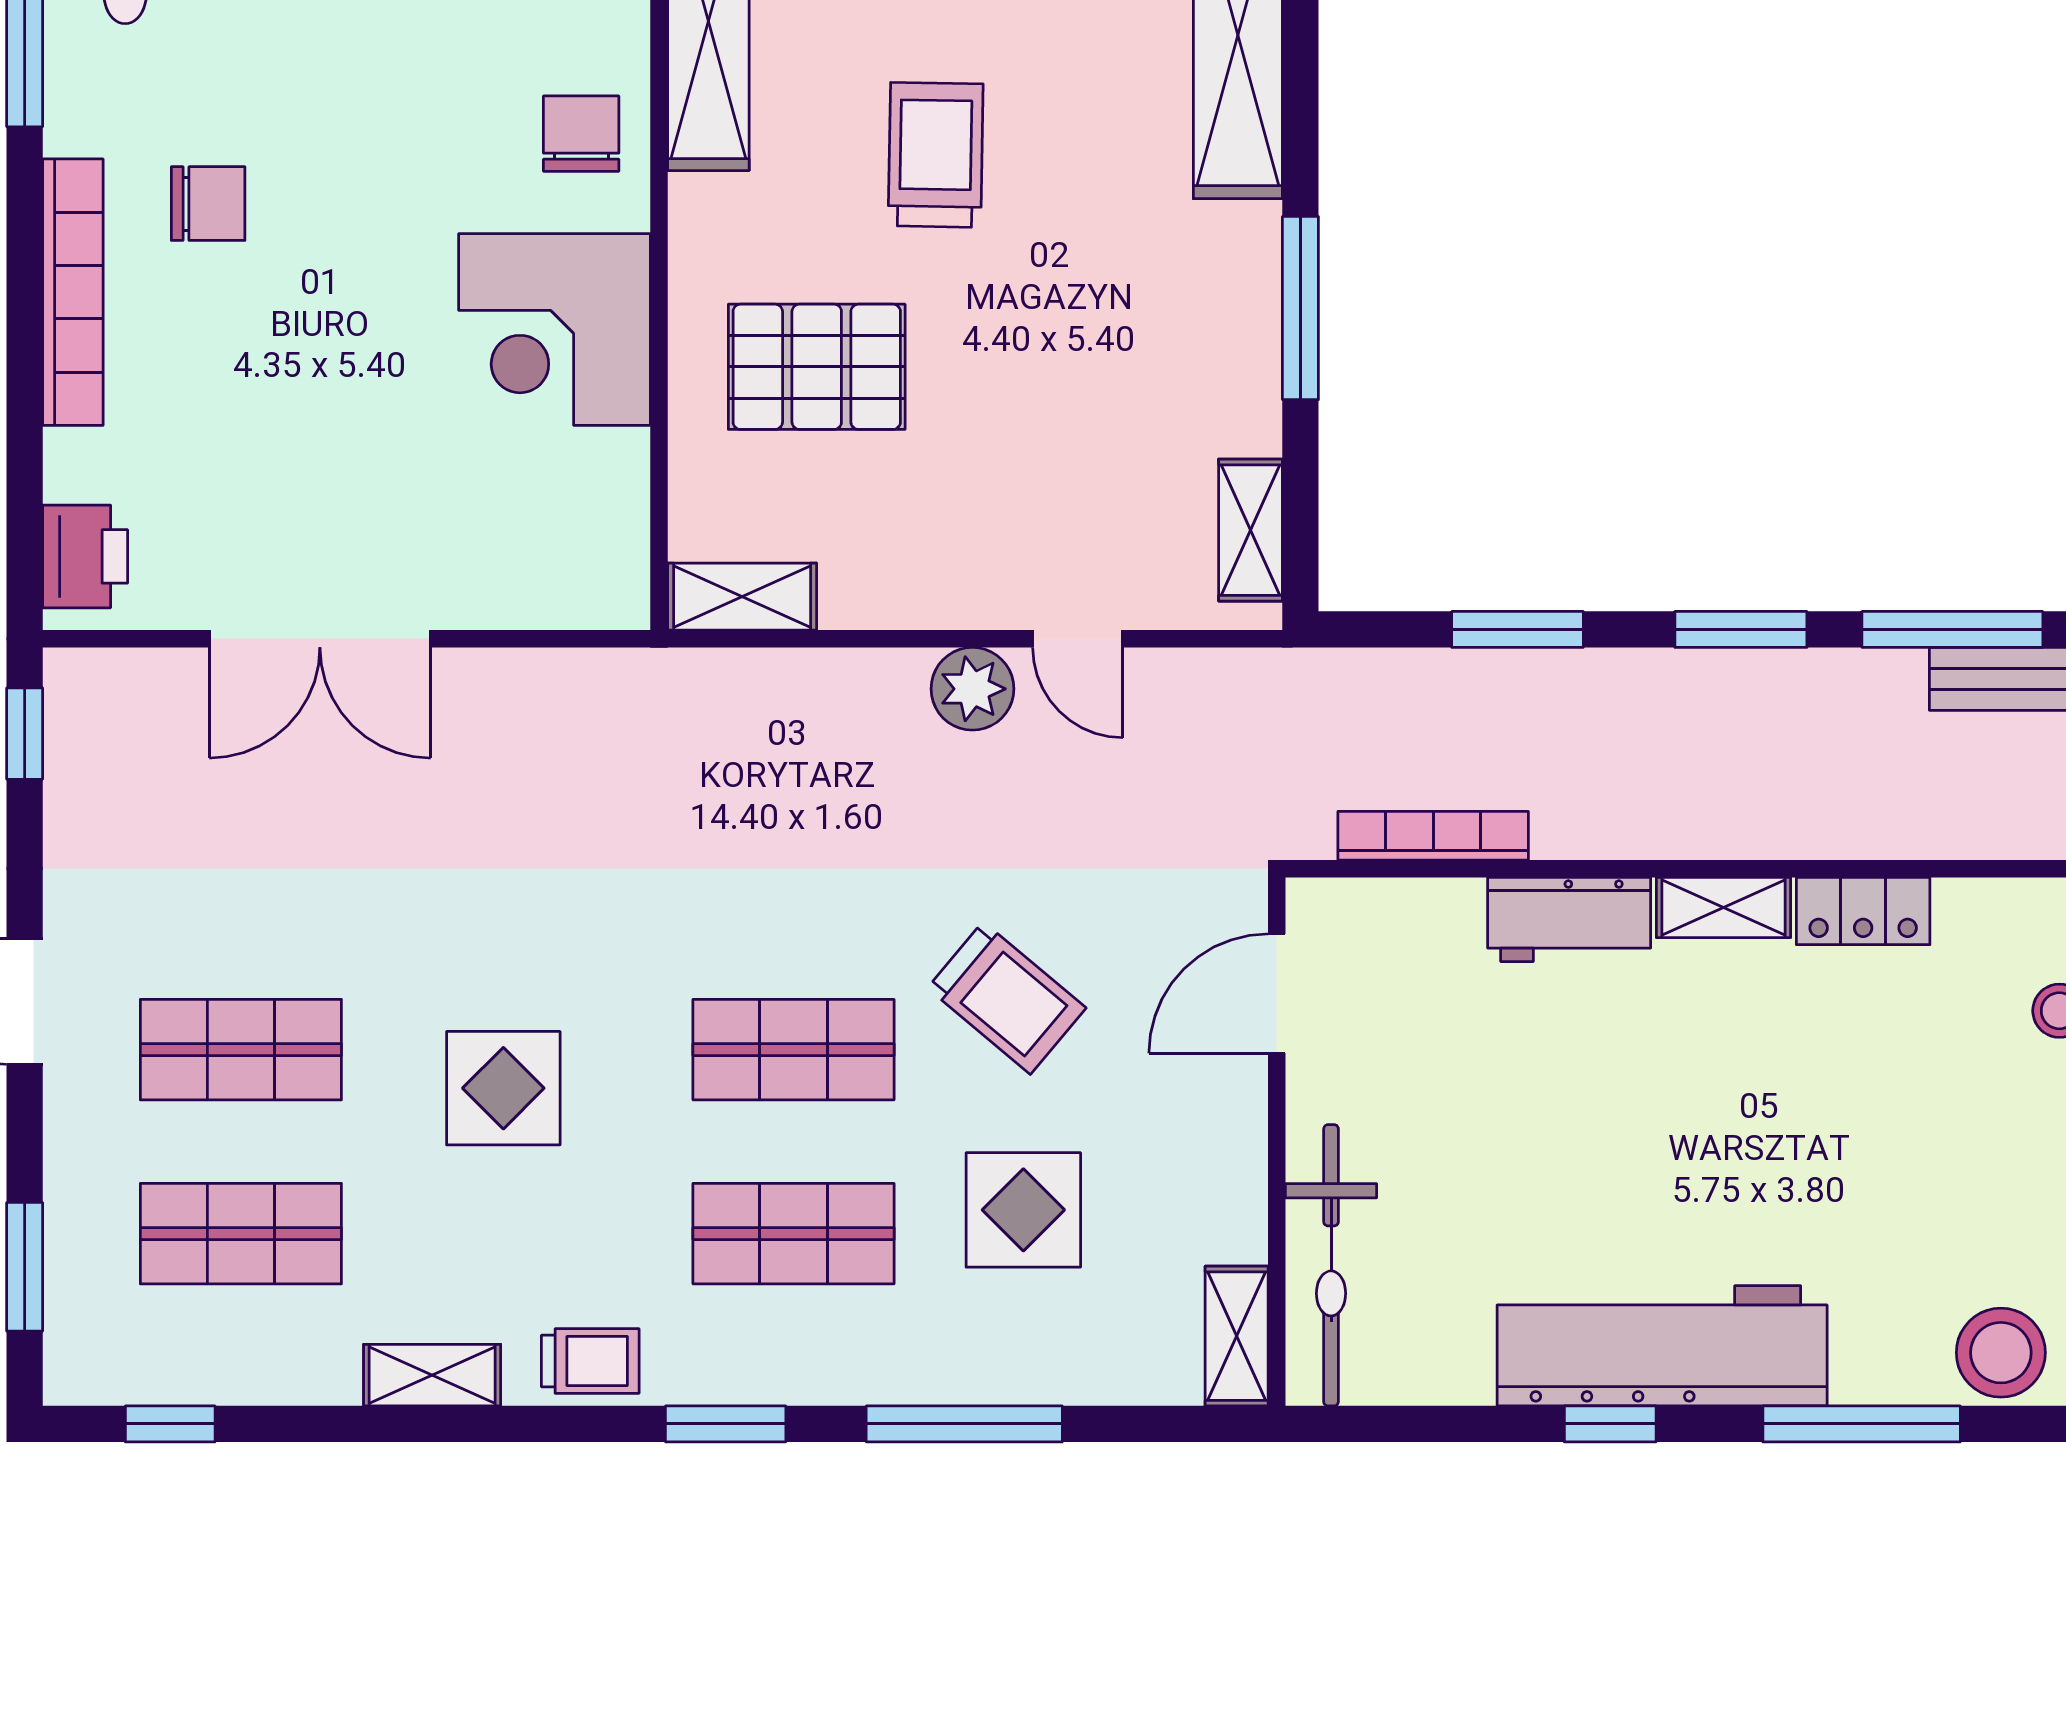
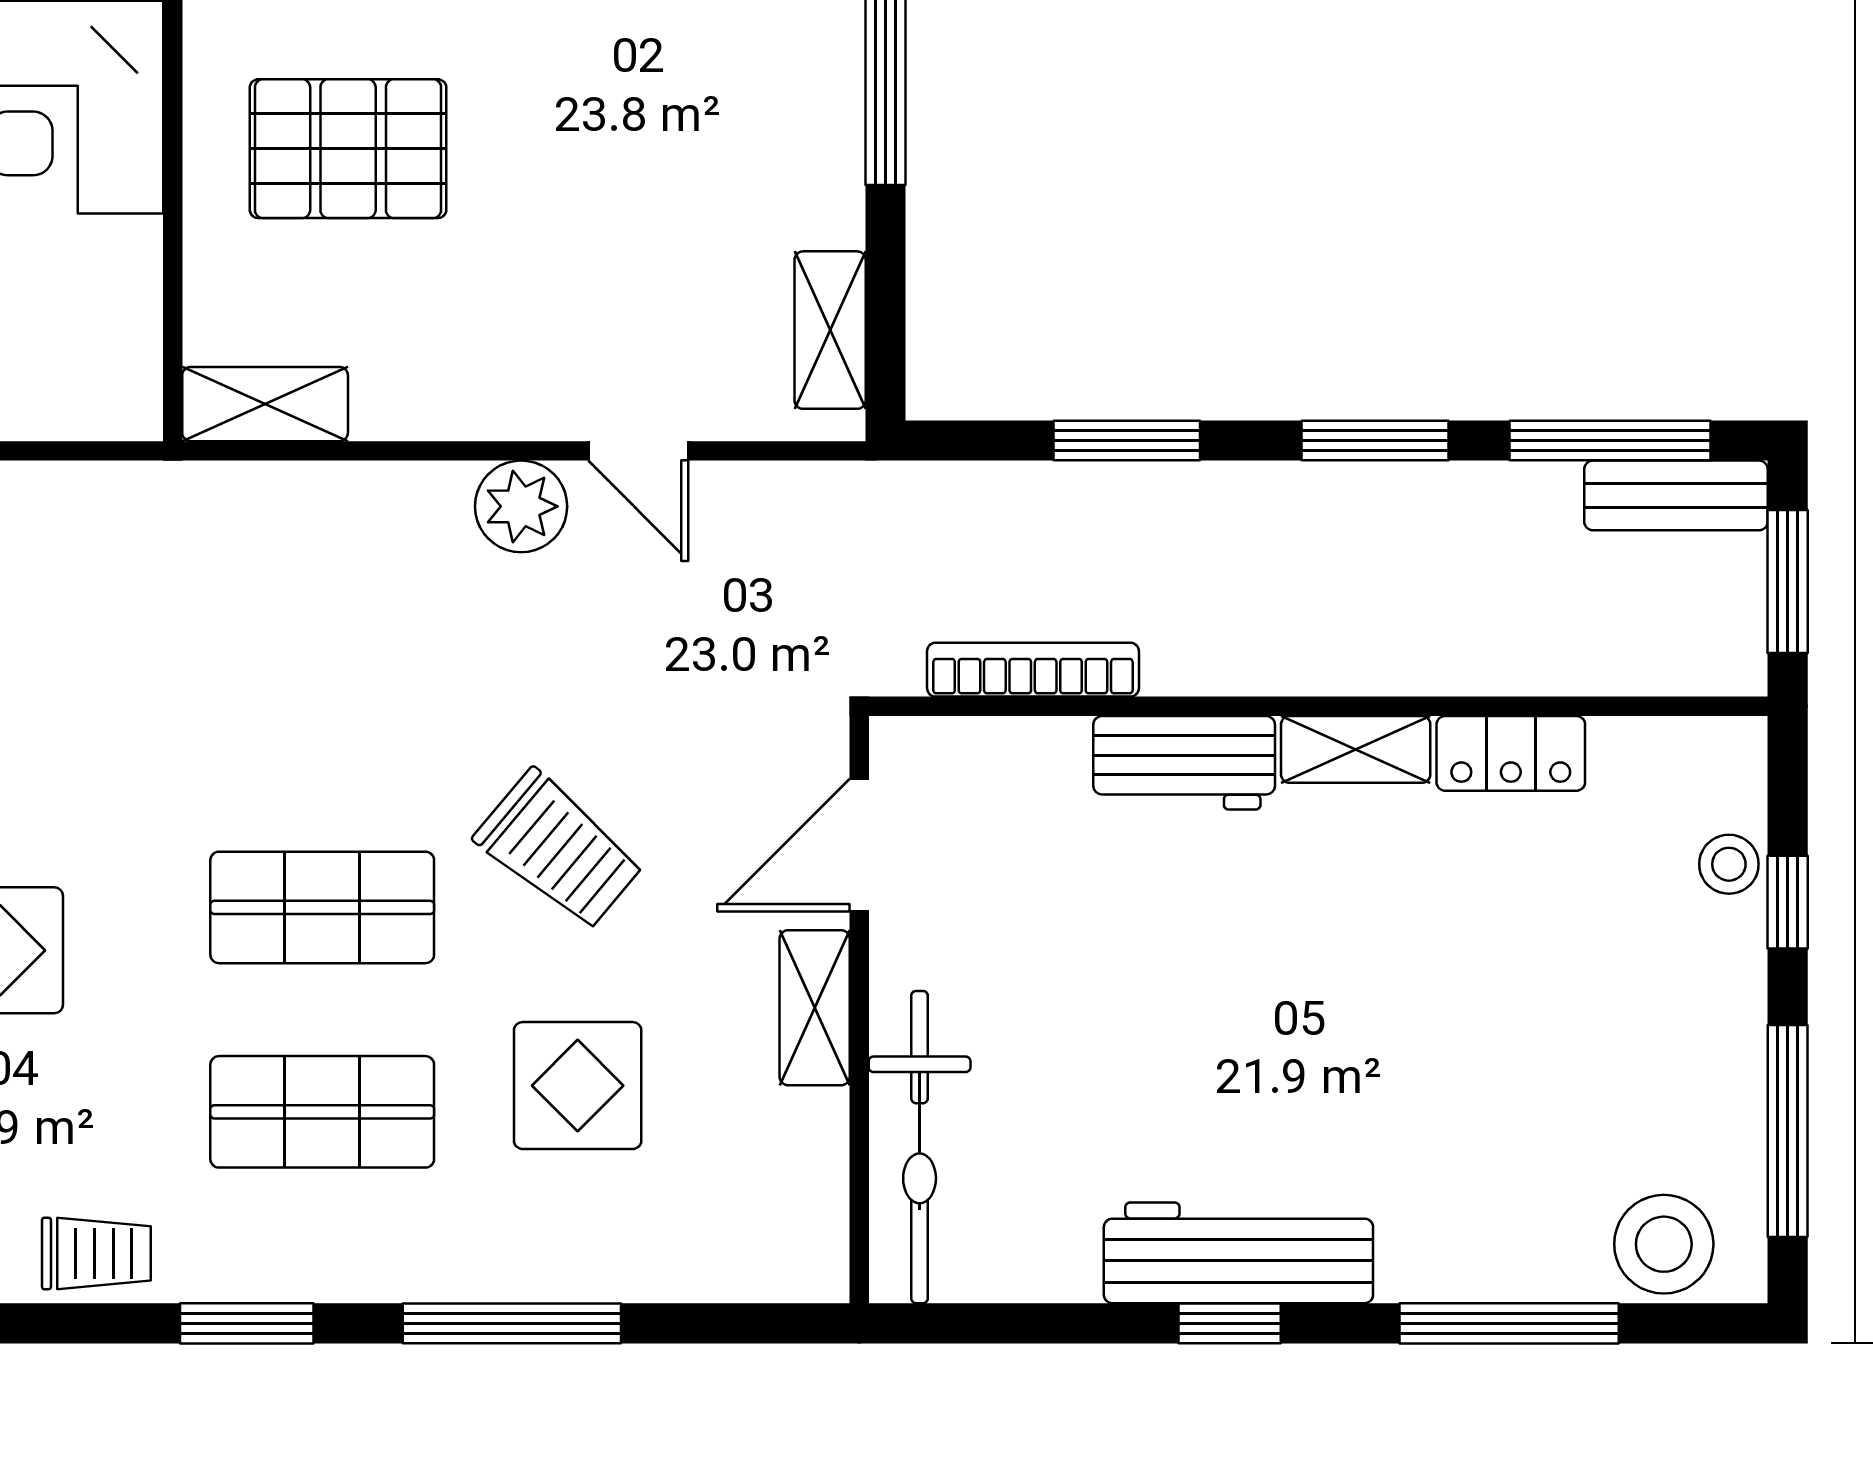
shelving: (1237, 1336) -> (815, 1008), moved
workbench: (1662, 1346) -> (1238, 1253), width x0.73, depth x0.76

